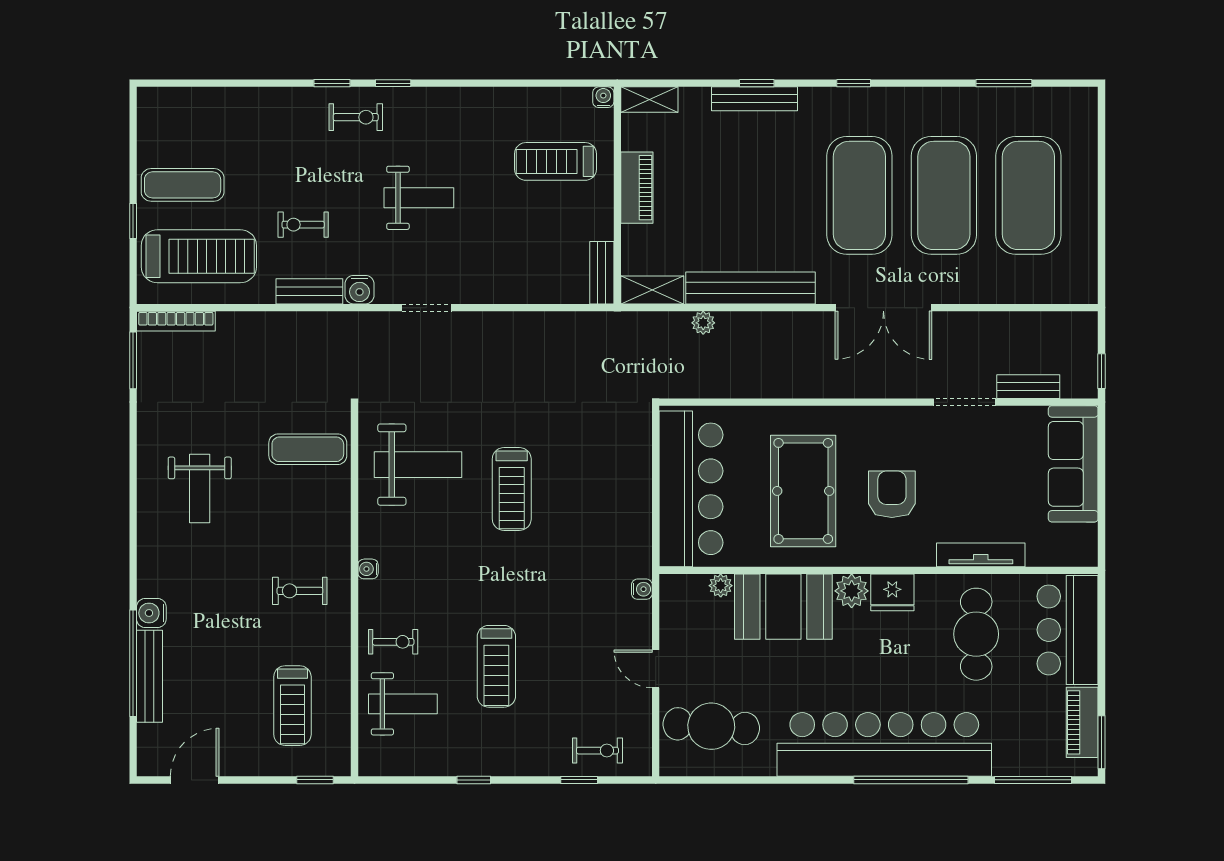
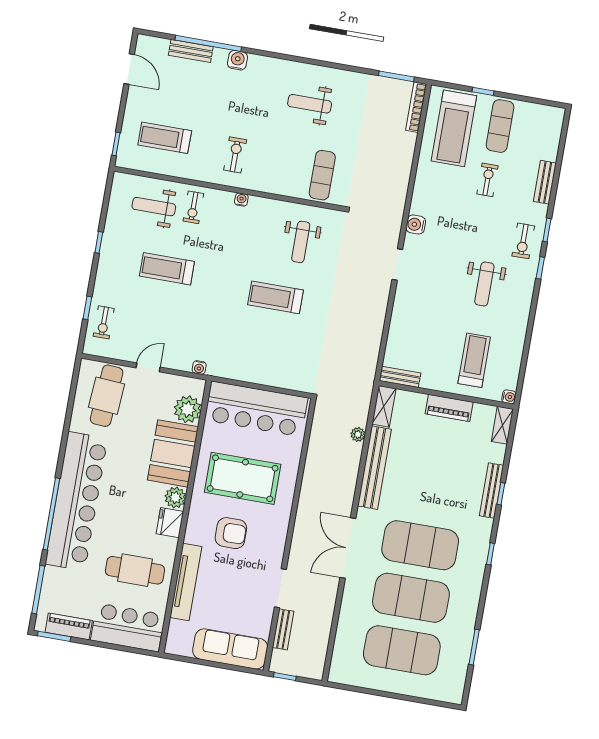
weight bench: (419, 198) -> (484, 284), moved
exercise bike: (303, 225) -> (488, 180), moved
bench: (309, 291) -> (545, 182), moved
weight bench: (418, 465) -> (301, 242), width x0.73, depth x0.75
tv unit: (981, 555) -> (186, 582), width x1.36, depth x1.29
plant: (721, 586) -> (188, 409), width x1.88, depth x1.88
bench: (150, 676) -> (191, 51), width x0.73
weight bench: (403, 704) -> (154, 207), turned 90

